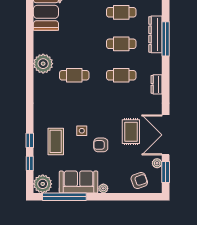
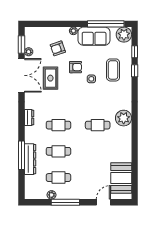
plant: (43, 64) -> (124, 118), moved
armchair: (139, 180) -> (58, 48), moved

